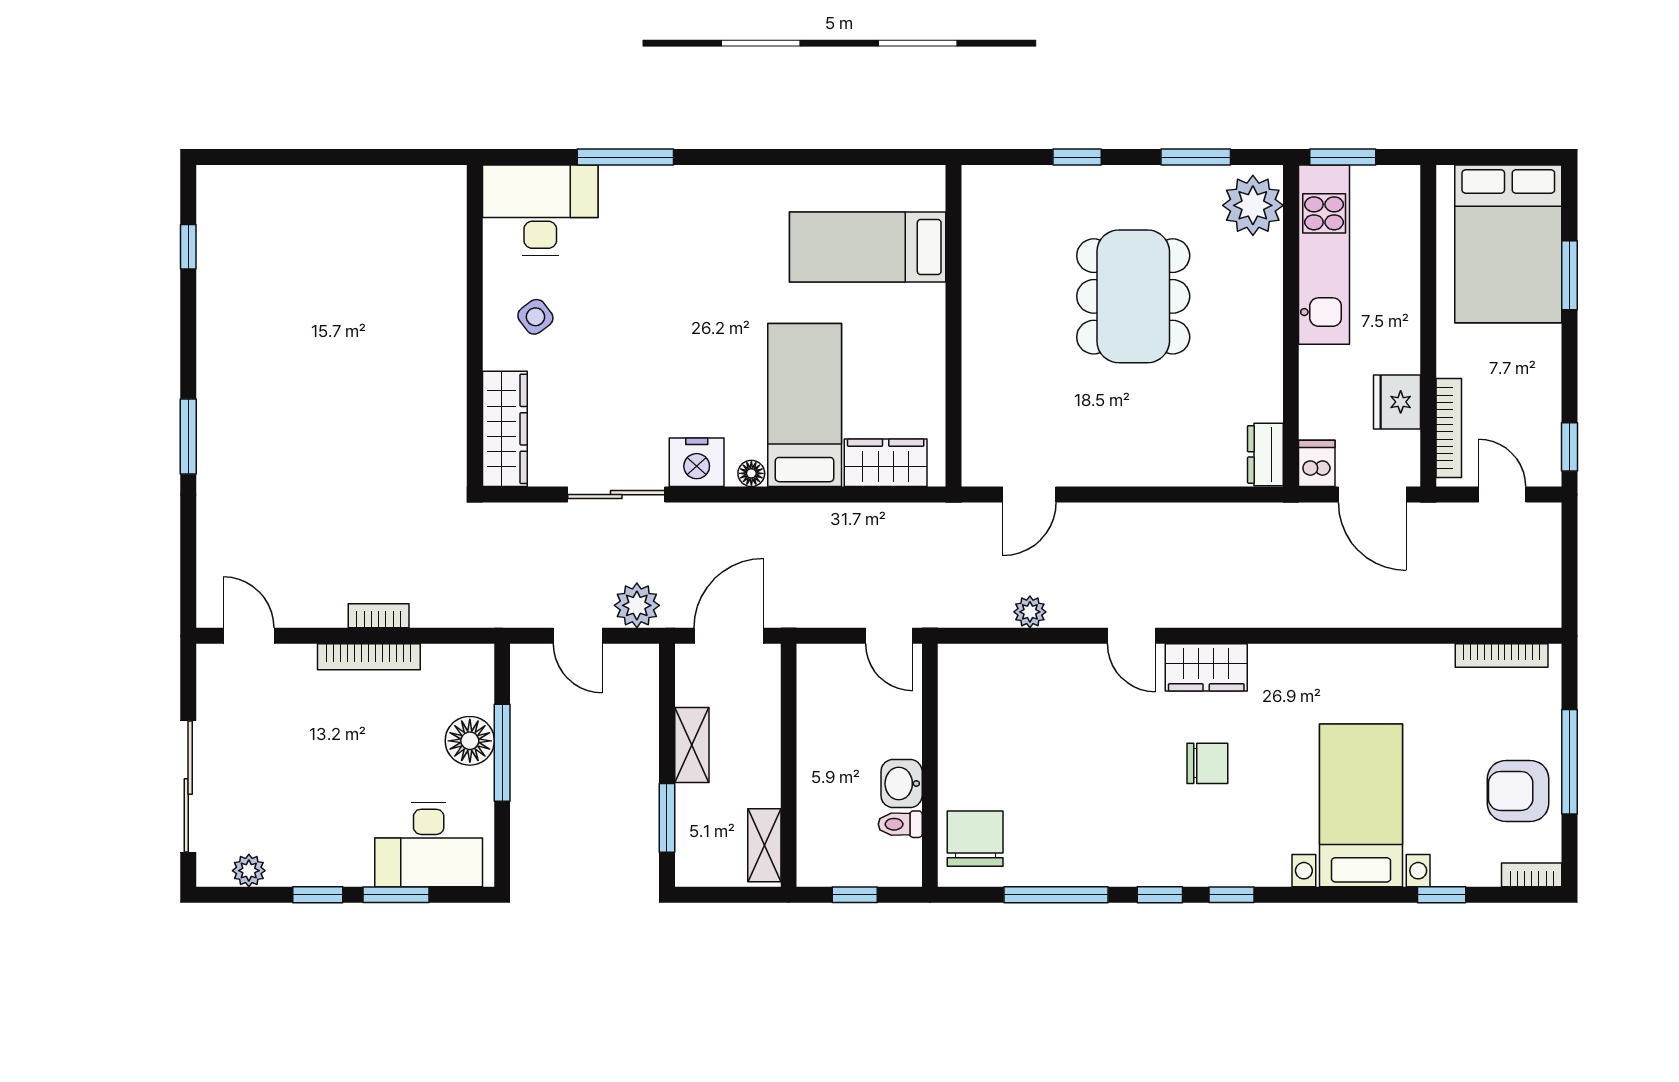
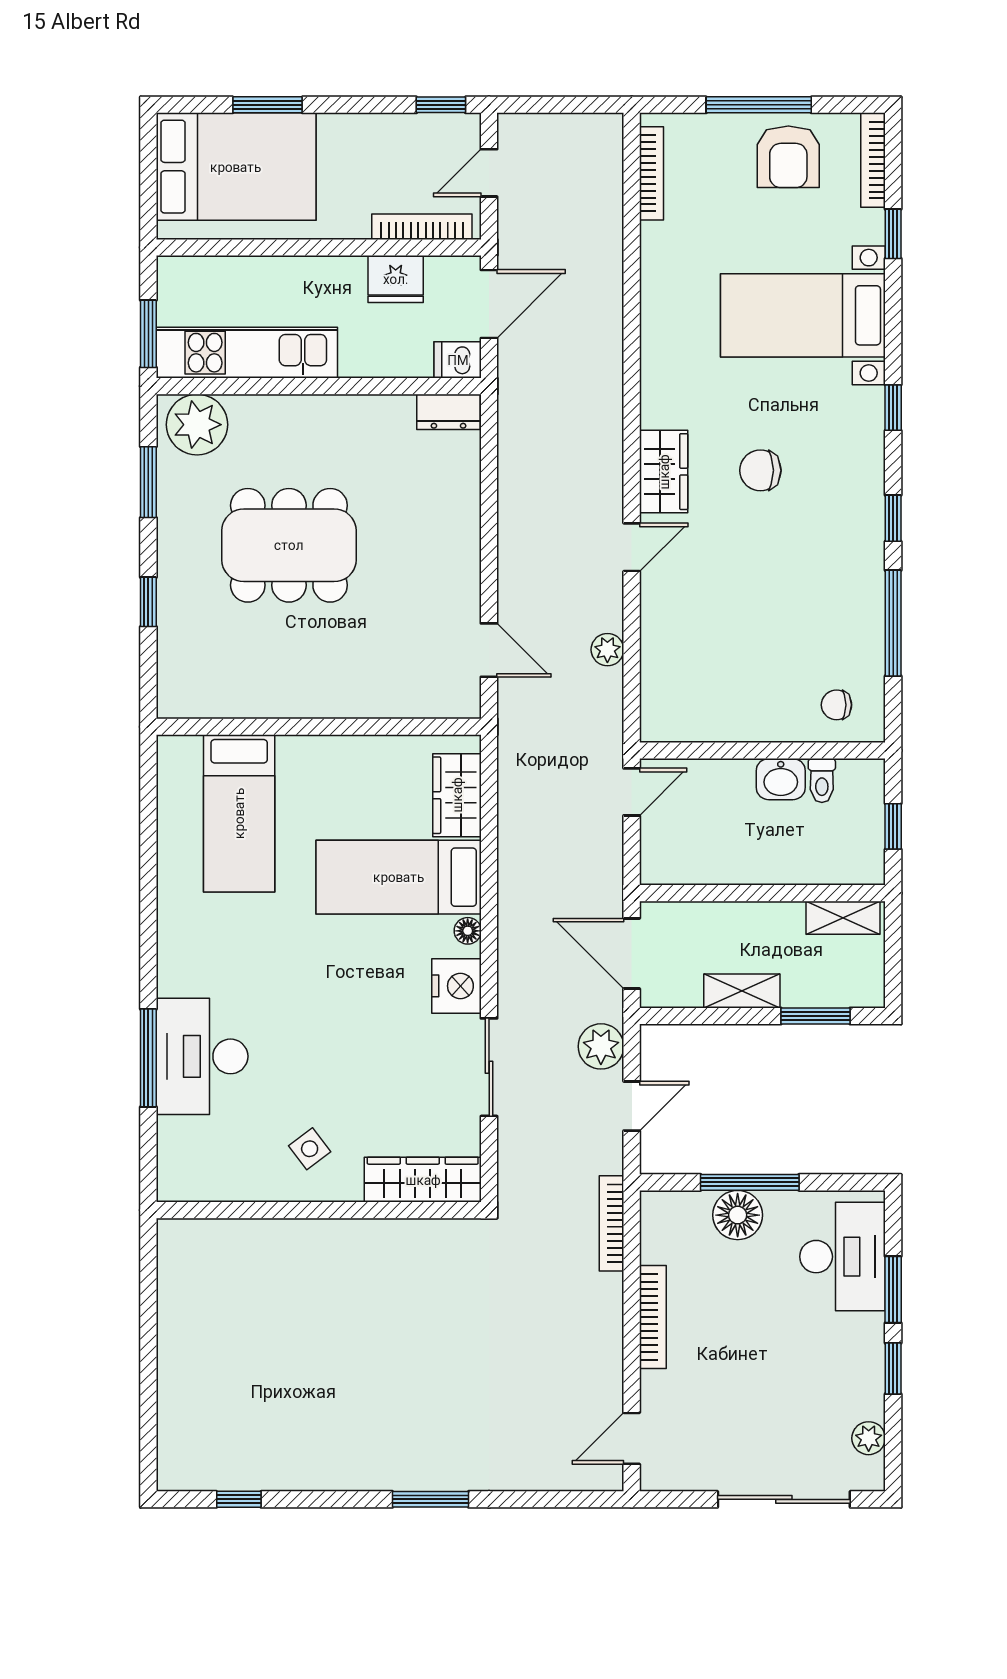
desk: (540, 210) -> (202, 1056), moved
bookcase: (379, 616) -> (612, 1223), moved, width x1.56
chair: (1207, 763) -> (760, 470), turned -90
chair: (975, 839) -> (836, 705), width x0.54, depth x0.54
bookcase: (1532, 875) -> (873, 160), width x1.56
window: (1232, 895) -> (893, 408), moved

